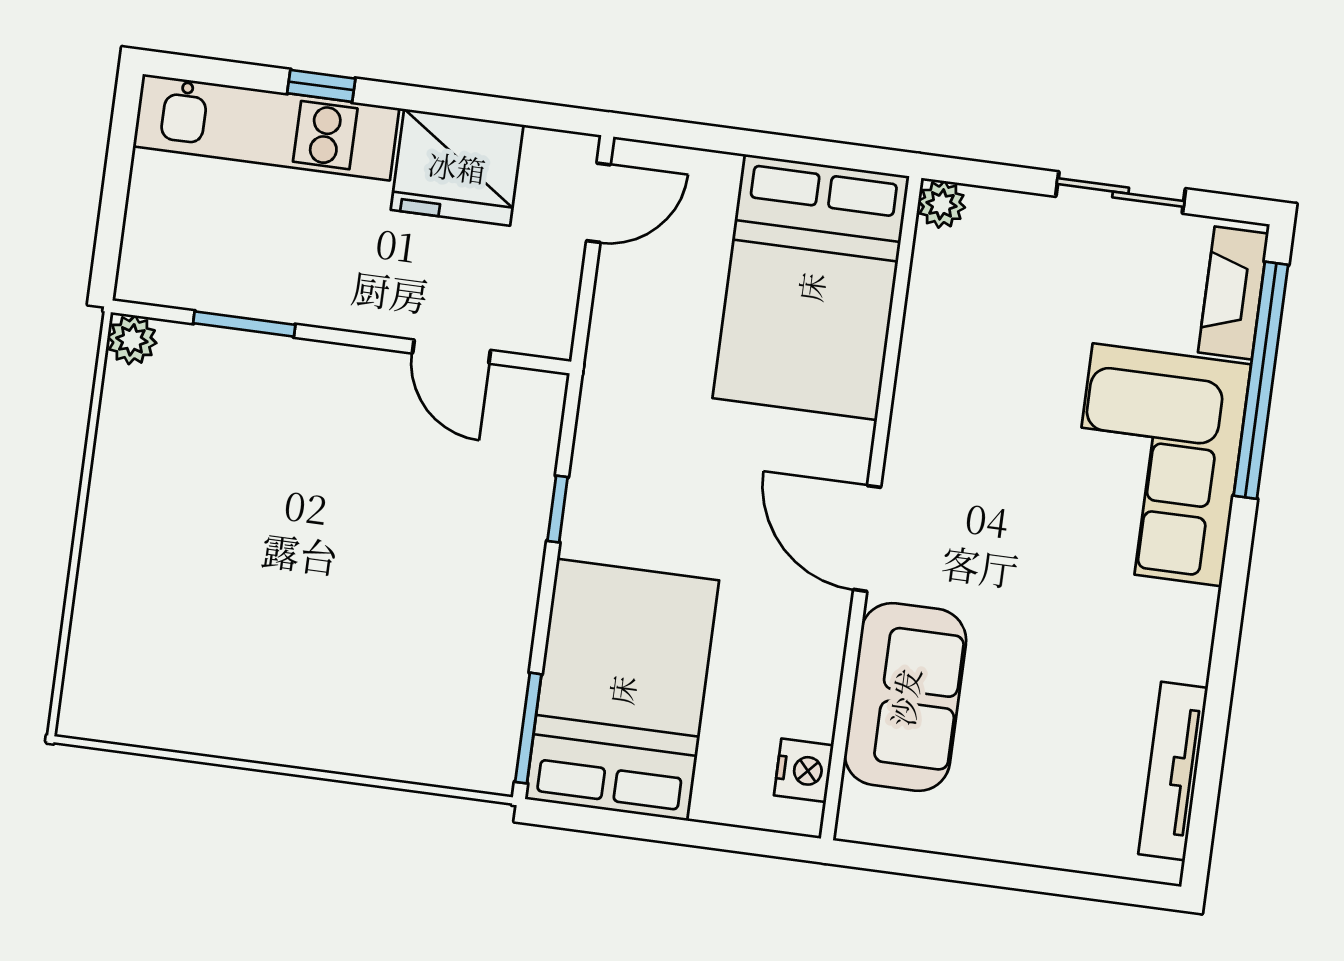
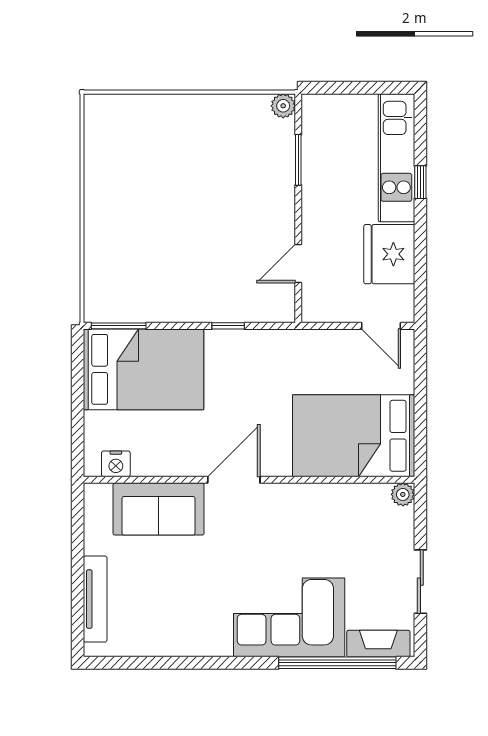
tv unit: (1173, 771) -> (95, 599), moved, turned 90

